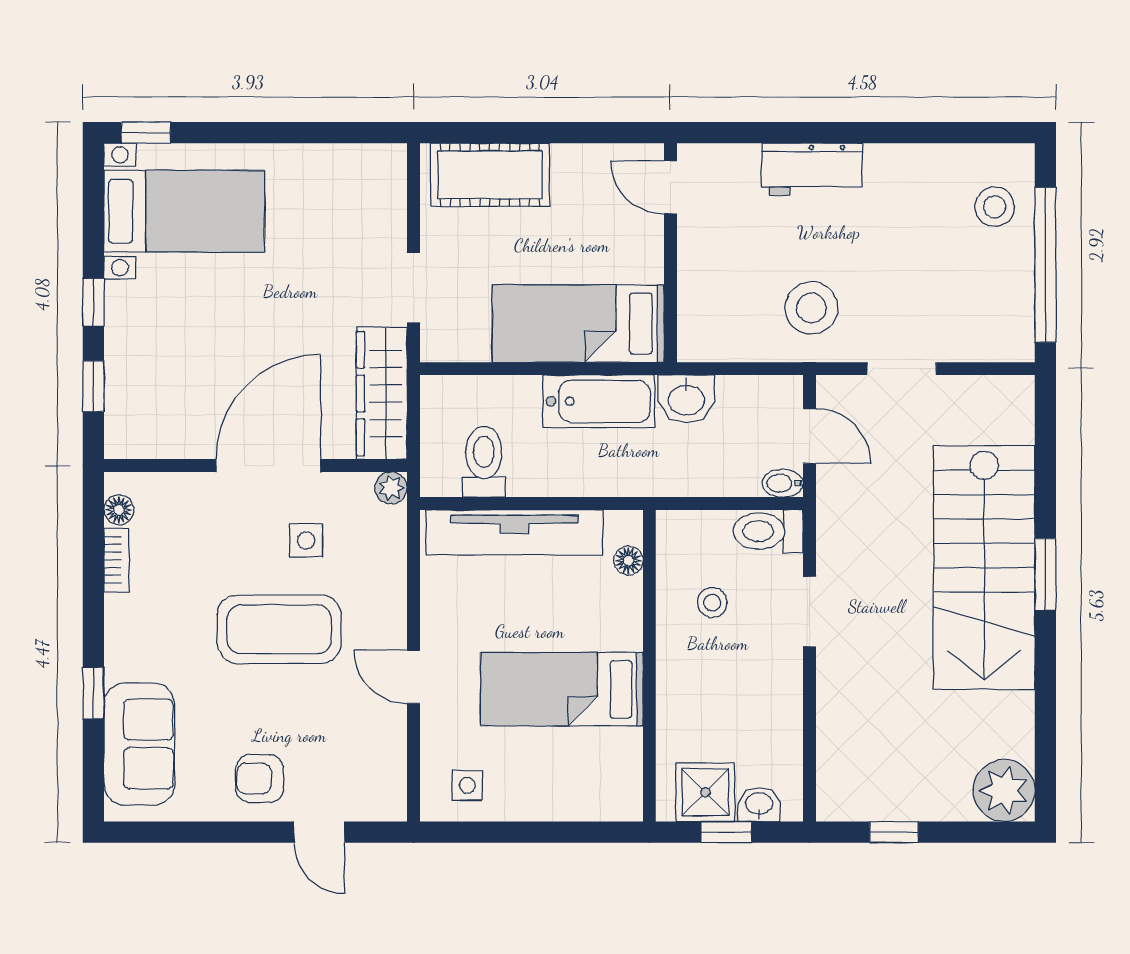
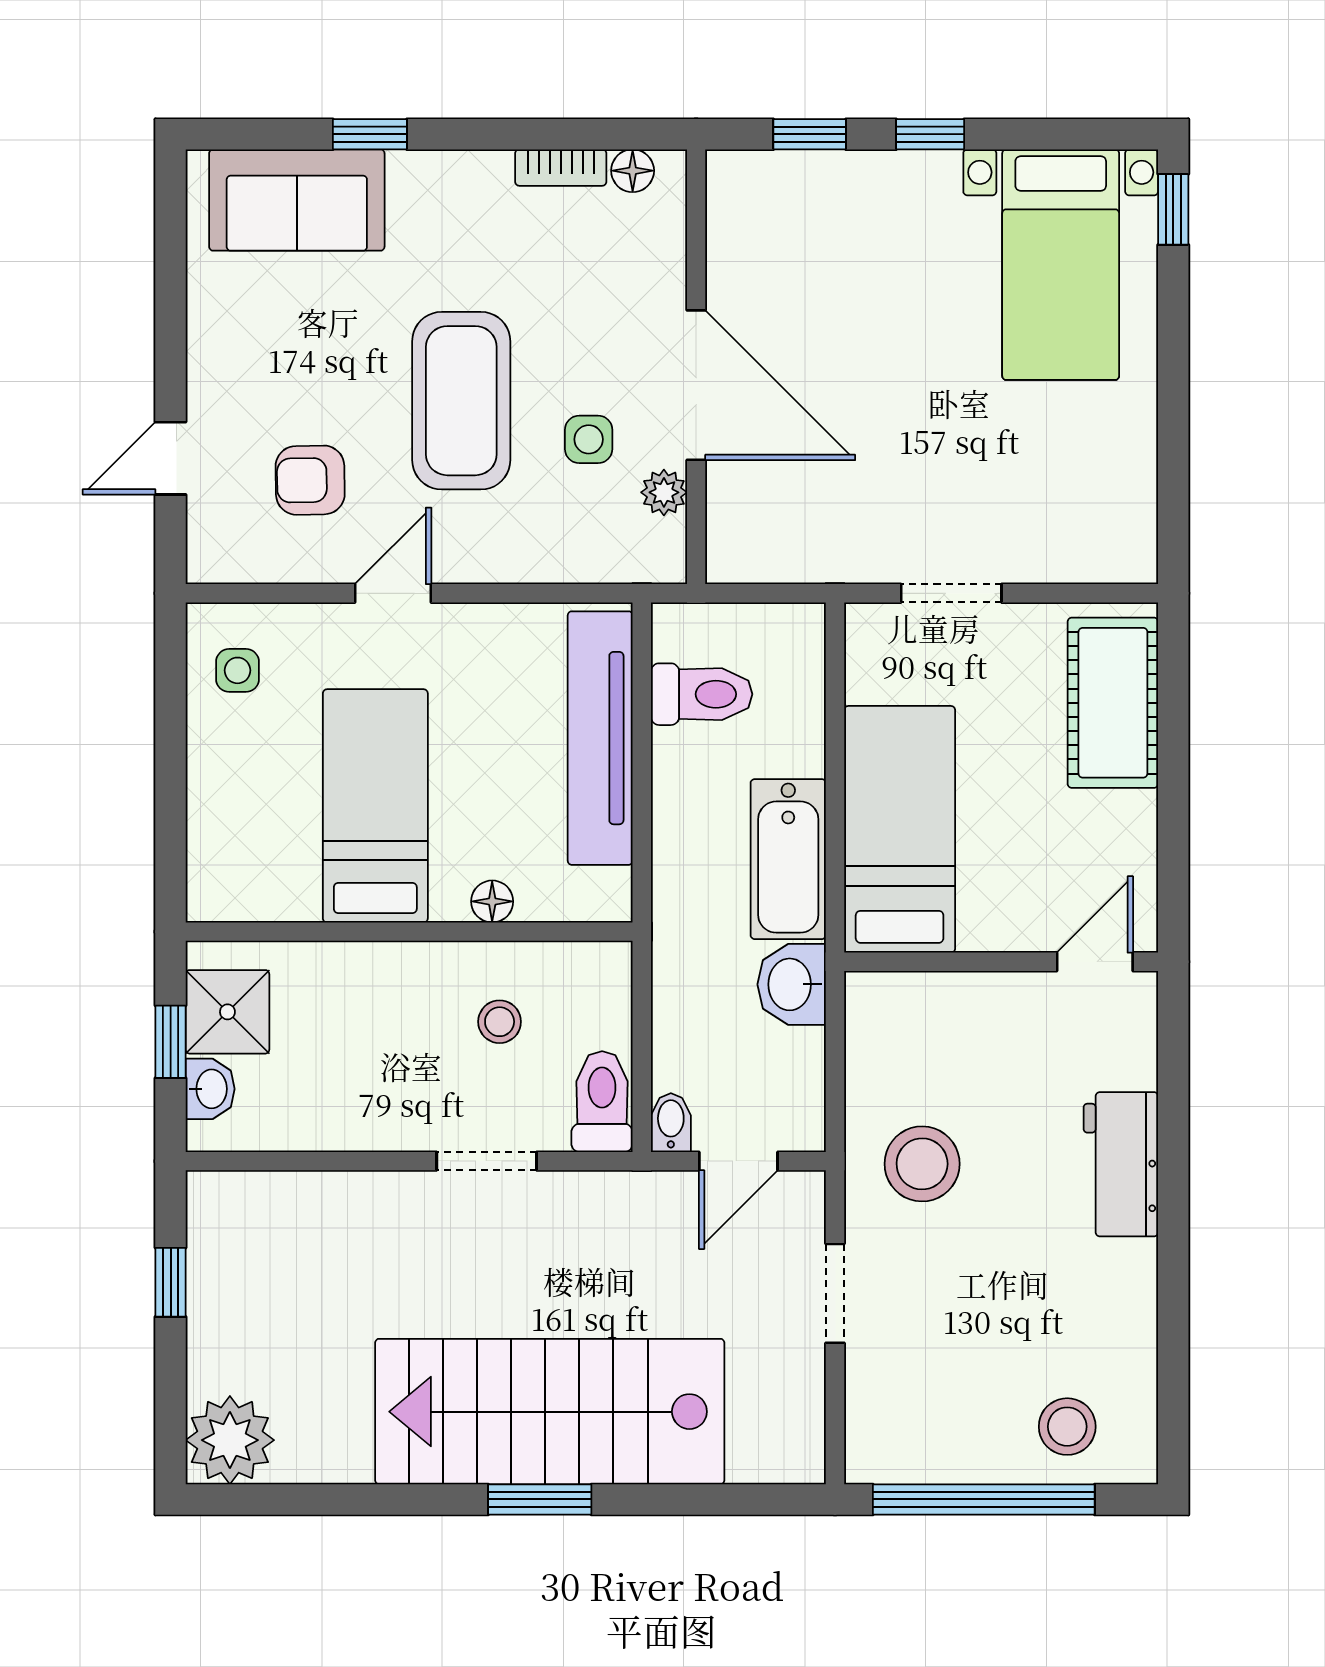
wardrobe: (382, 393) -> (799, 548), removed
plant: (391, 488) -> (664, 492), moved
floor lamp: (628, 561) -> (492, 901), moved
armchair: (260, 778) -> (310, 480), moved, turned -91

